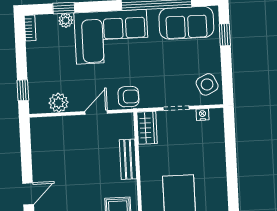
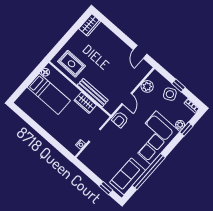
side table: (207, 84) -> (170, 94), moved
window: (23, 90) -> (178, 86), moved
wardrobe: (147, 128) -> (85, 103), moved
bench: (128, 159) -> (93, 93), width x1.36
door: (28, 194) -> (140, 52), moved

